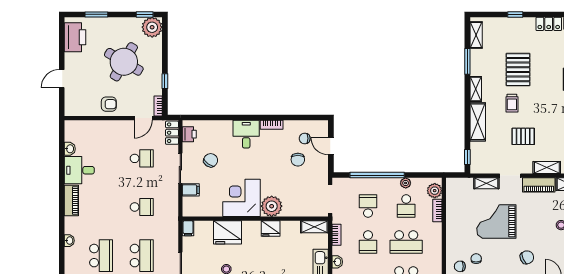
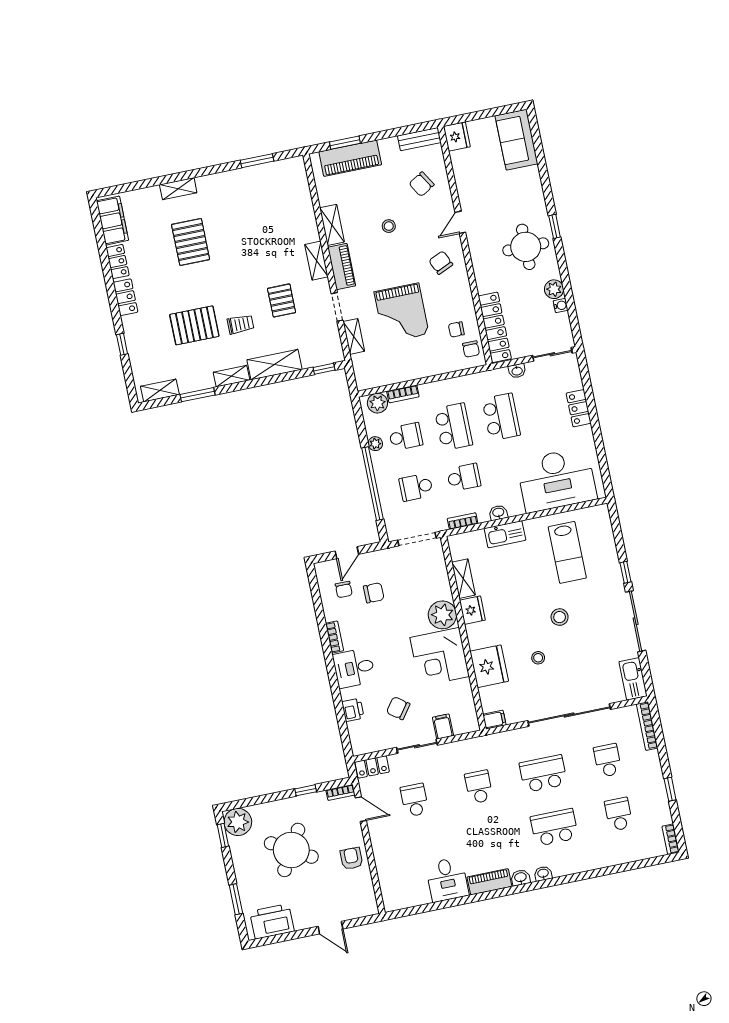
printer: (189, 134) -> (353, 710), moved, turned 90
washbasin: (70, 149) -> (520, 878), moved
shelving: (314, 227) -> (463, 579), moved

